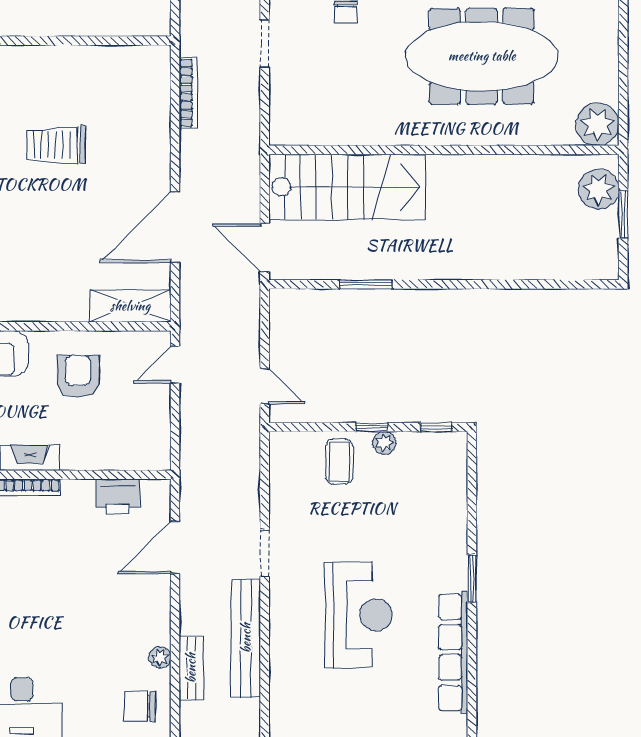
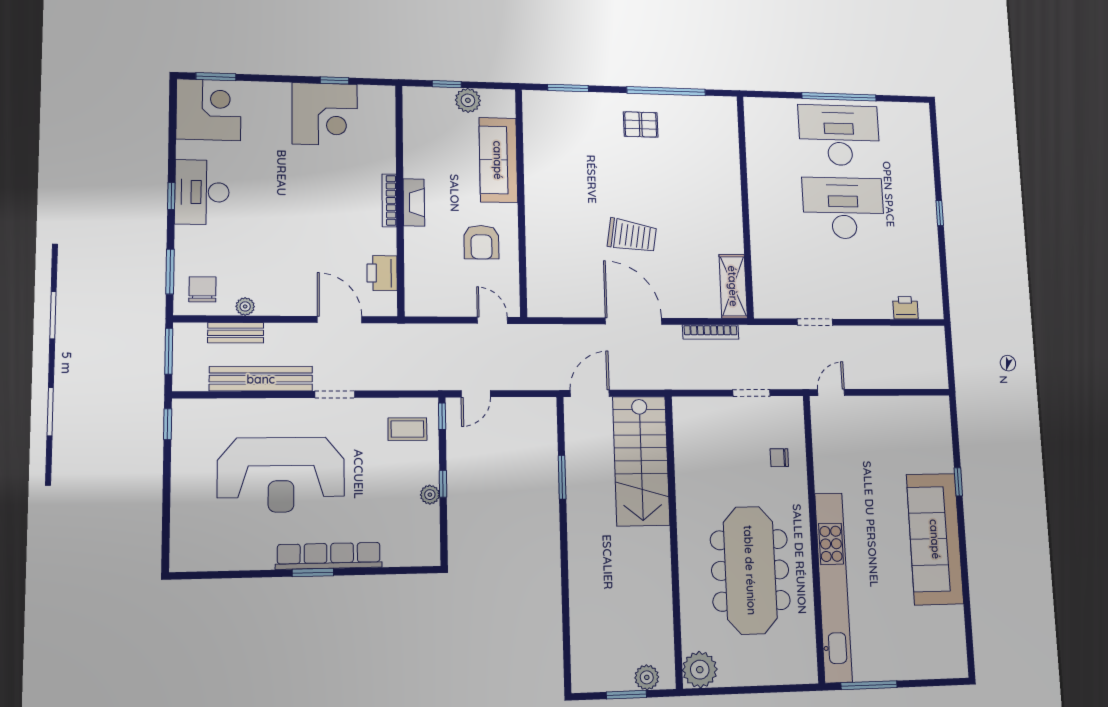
trolley: (56, 145) -> (632, 236), moved, turned 99
plant: (599, 189) -> (647, 677), width x0.73, depth x0.73
door: (175, 227) -> (634, 321), moved
shelving: (130, 306) -> (733, 286), moved
armchair: (78, 376) -> (481, 242), turned 90
window: (436, 427) -> (442, 416), moved
coffee table: (339, 461) -> (407, 429), moved
reception desk: (359, 615) -> (281, 475), width x1.36, depth x1.30
row of seats: (453, 652) -> (329, 556), moved

